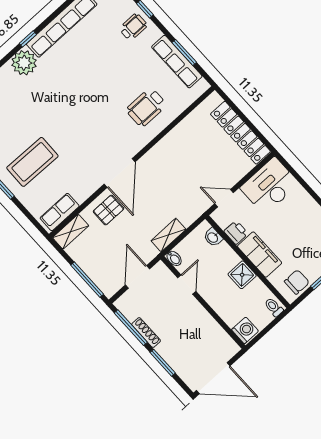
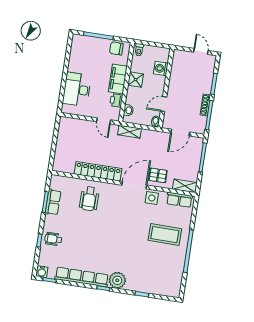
row of seats: (177, 62) -> (53, 202), width x0.68
wheelchair: (146, 107) -> (89, 199), turned 90
locker: (240, 133) -> (98, 171), moved, turned -90
side table: (88, 181) -> (152, 198), added
desk: (270, 186) -> (77, 89), moved, turned 90
shelving: (168, 235) -> (129, 132), moved
washing machine: (245, 330) -> (161, 68), moved
door: (213, 378) -> (201, 51), width x0.53

